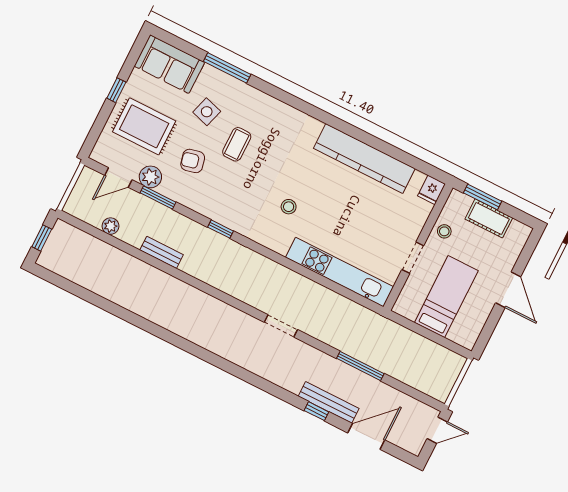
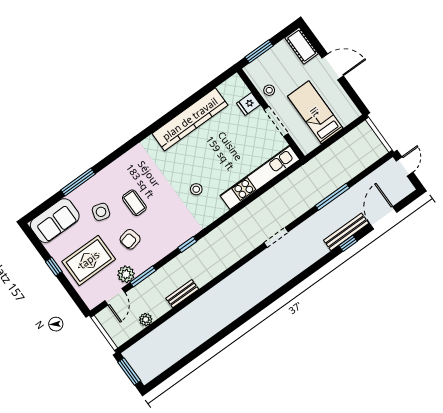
fridge: (432, 190) -> (248, 104), moved, turned 90
cot: (489, 218) -> (302, 46), moved, turned 90
window: (42, 238) -> (129, 371), width x1.50
doorway: (413, 258) -> (276, 121), width x1.38

